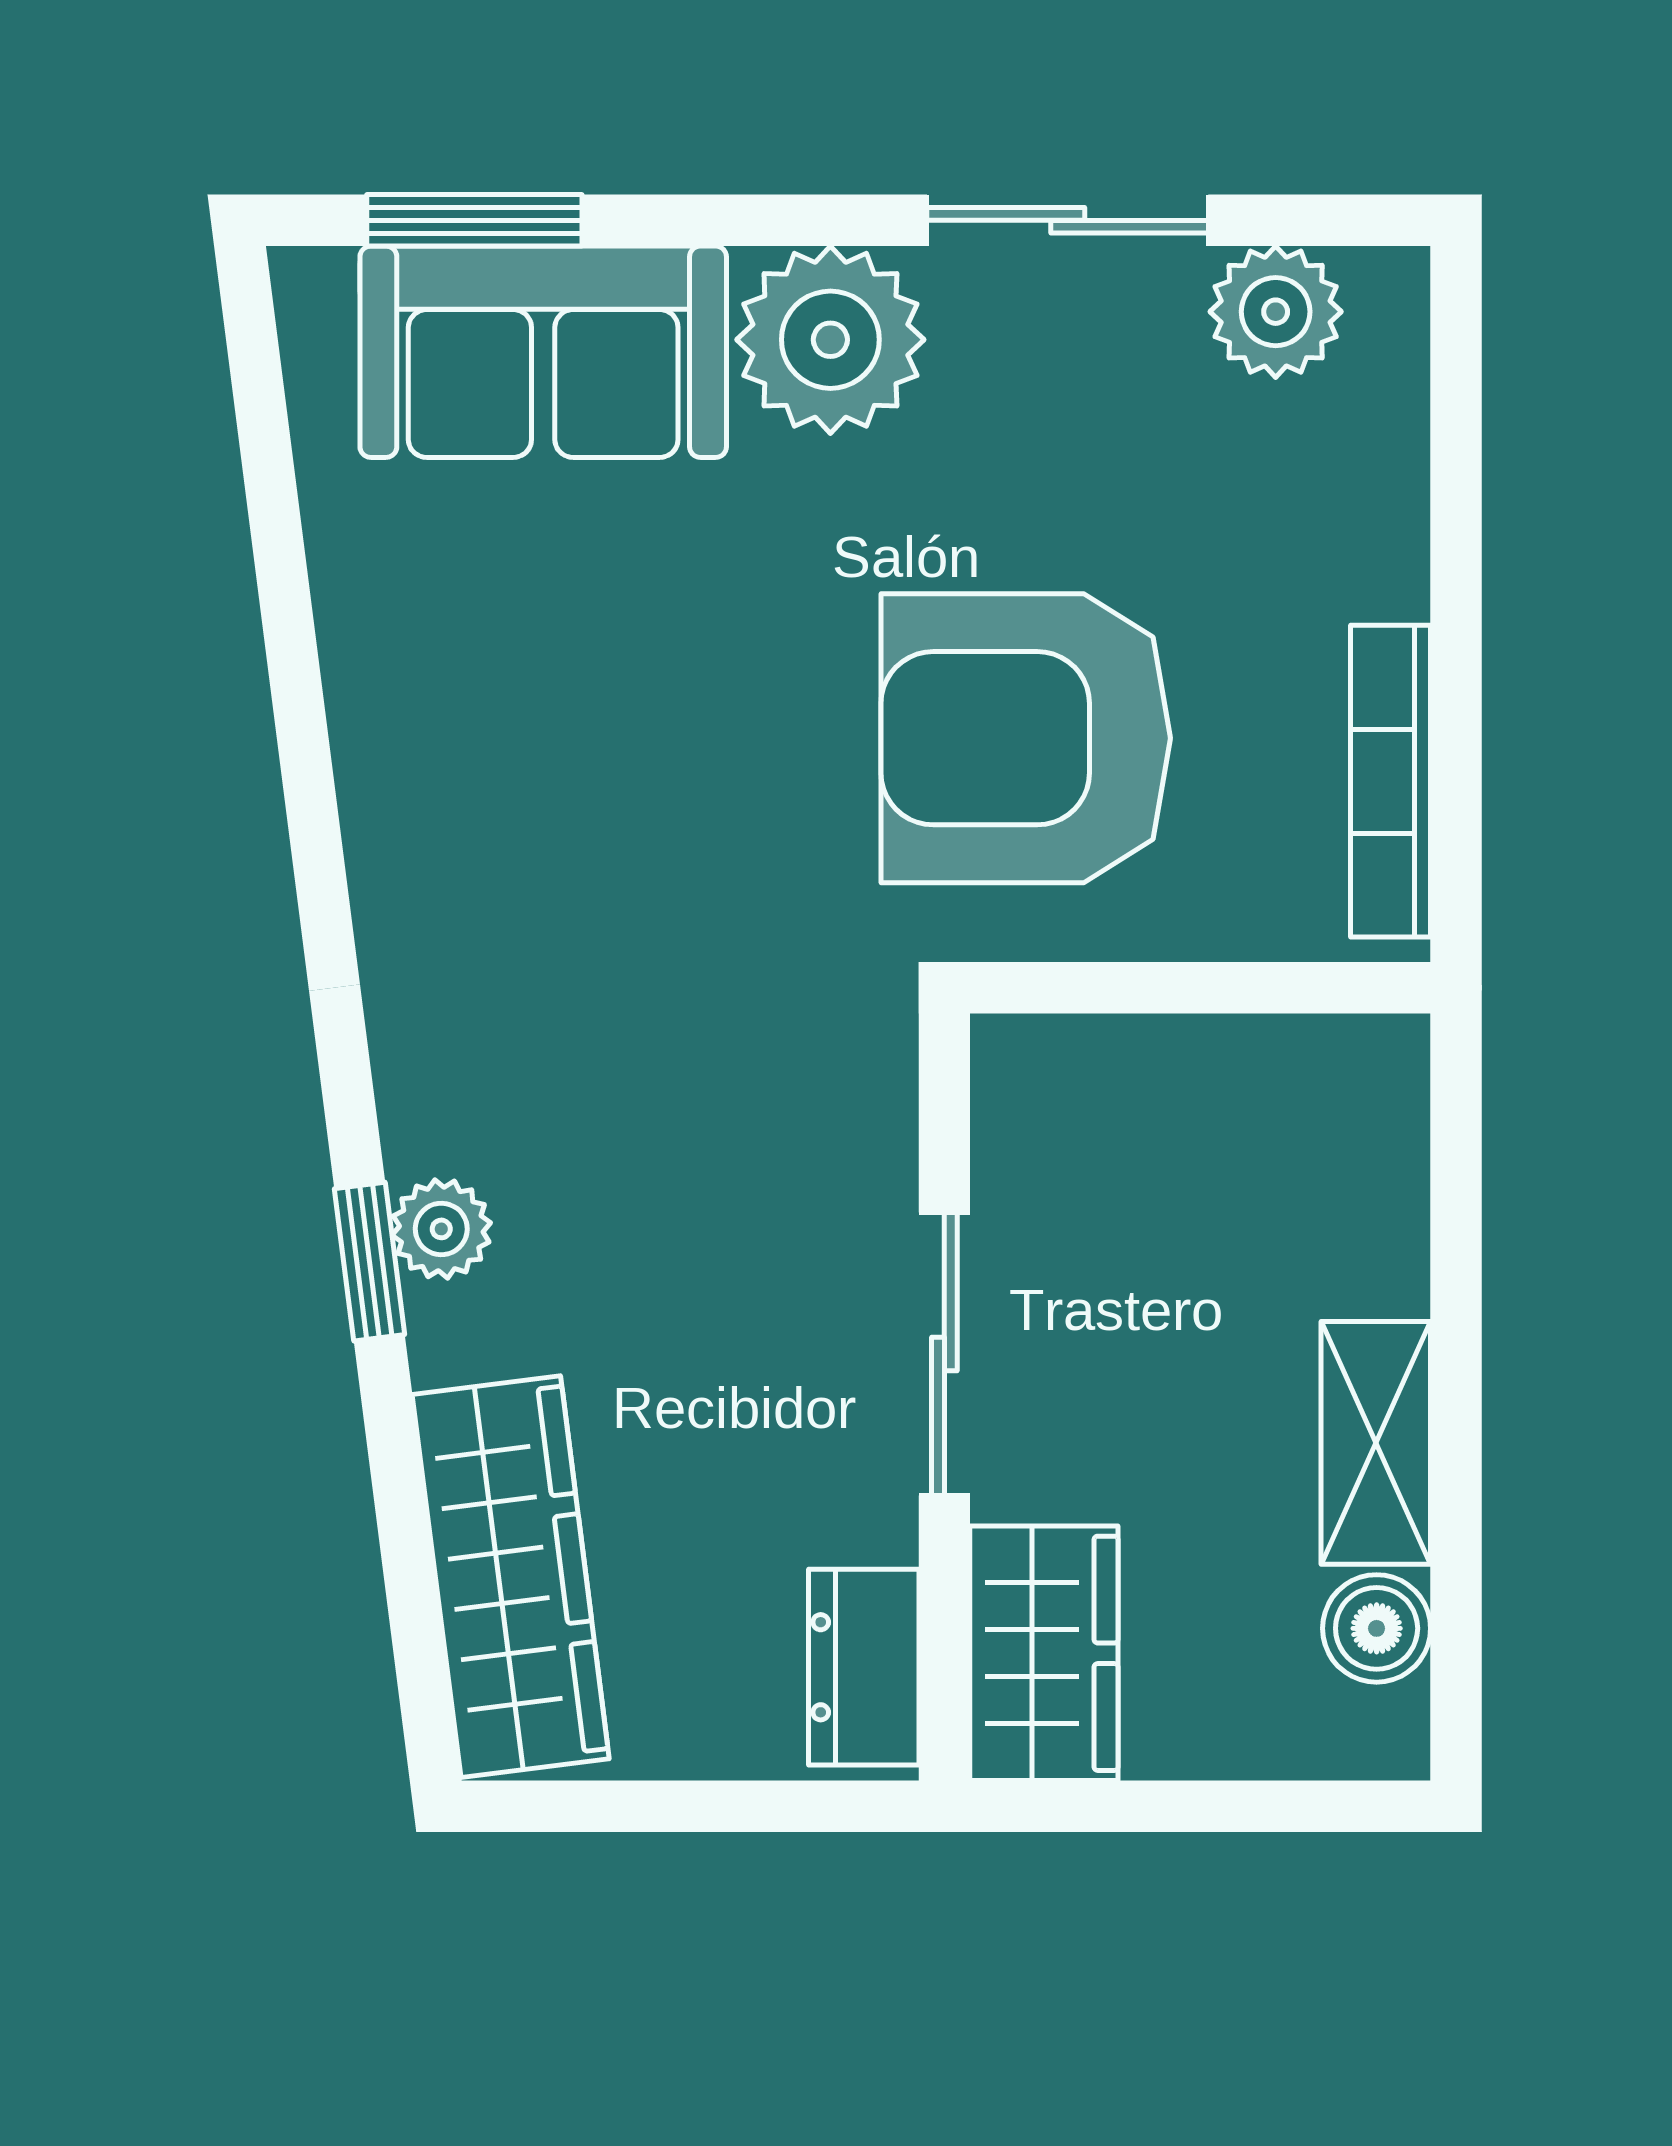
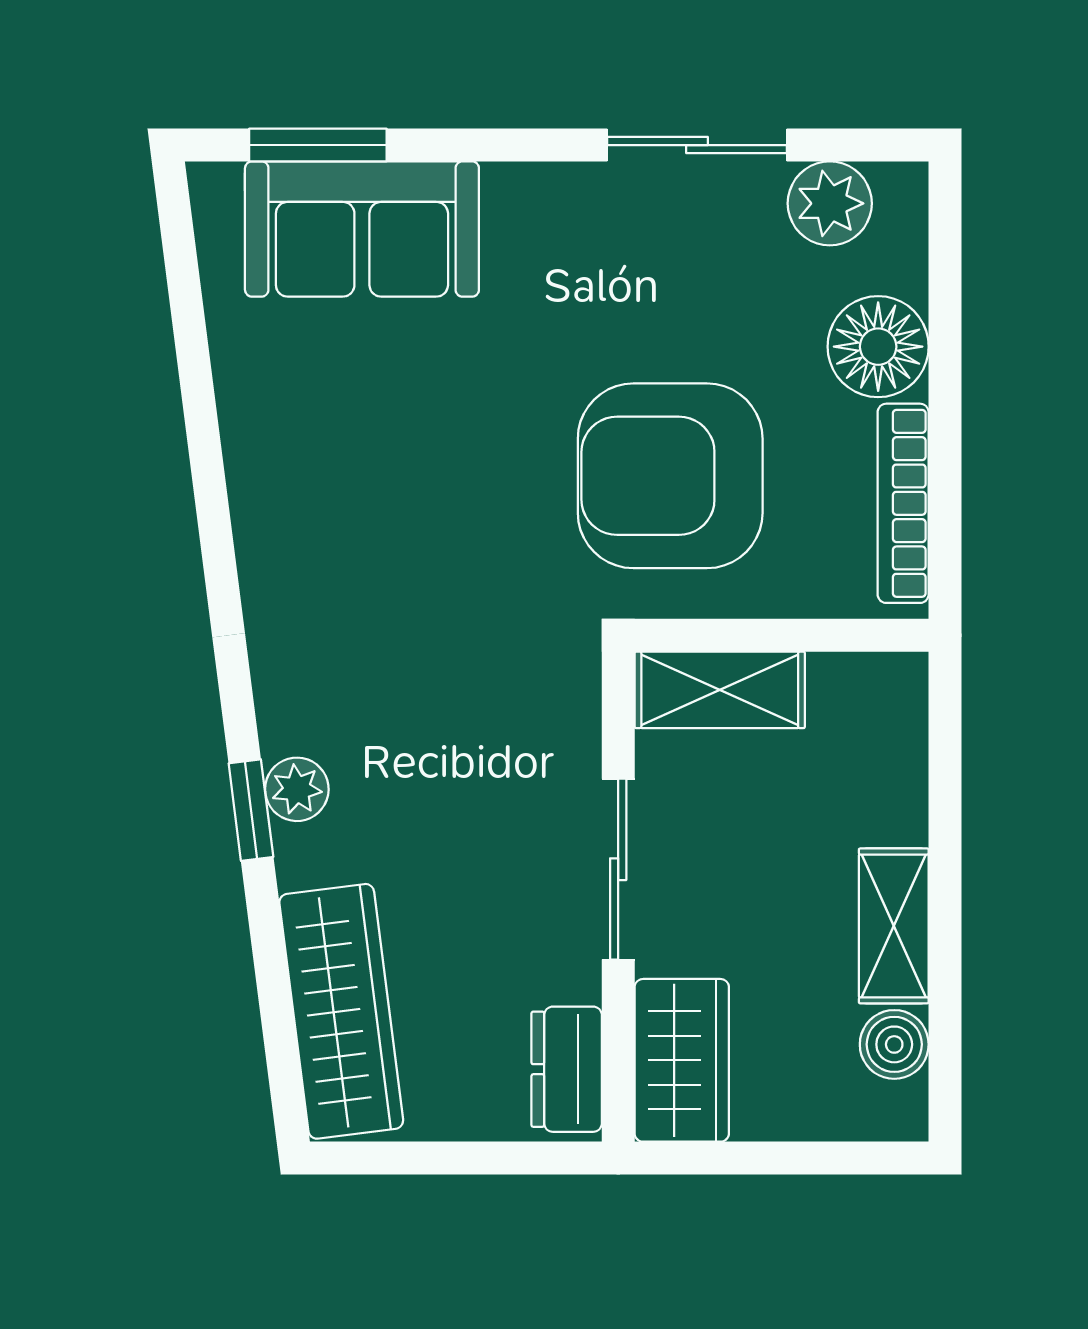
plant: (830, 340) -> (545, 221), removed
floor lamp: (1351, 536) -> (878, 347), added
shelving: (1103, 1073) -> (720, 690), added

